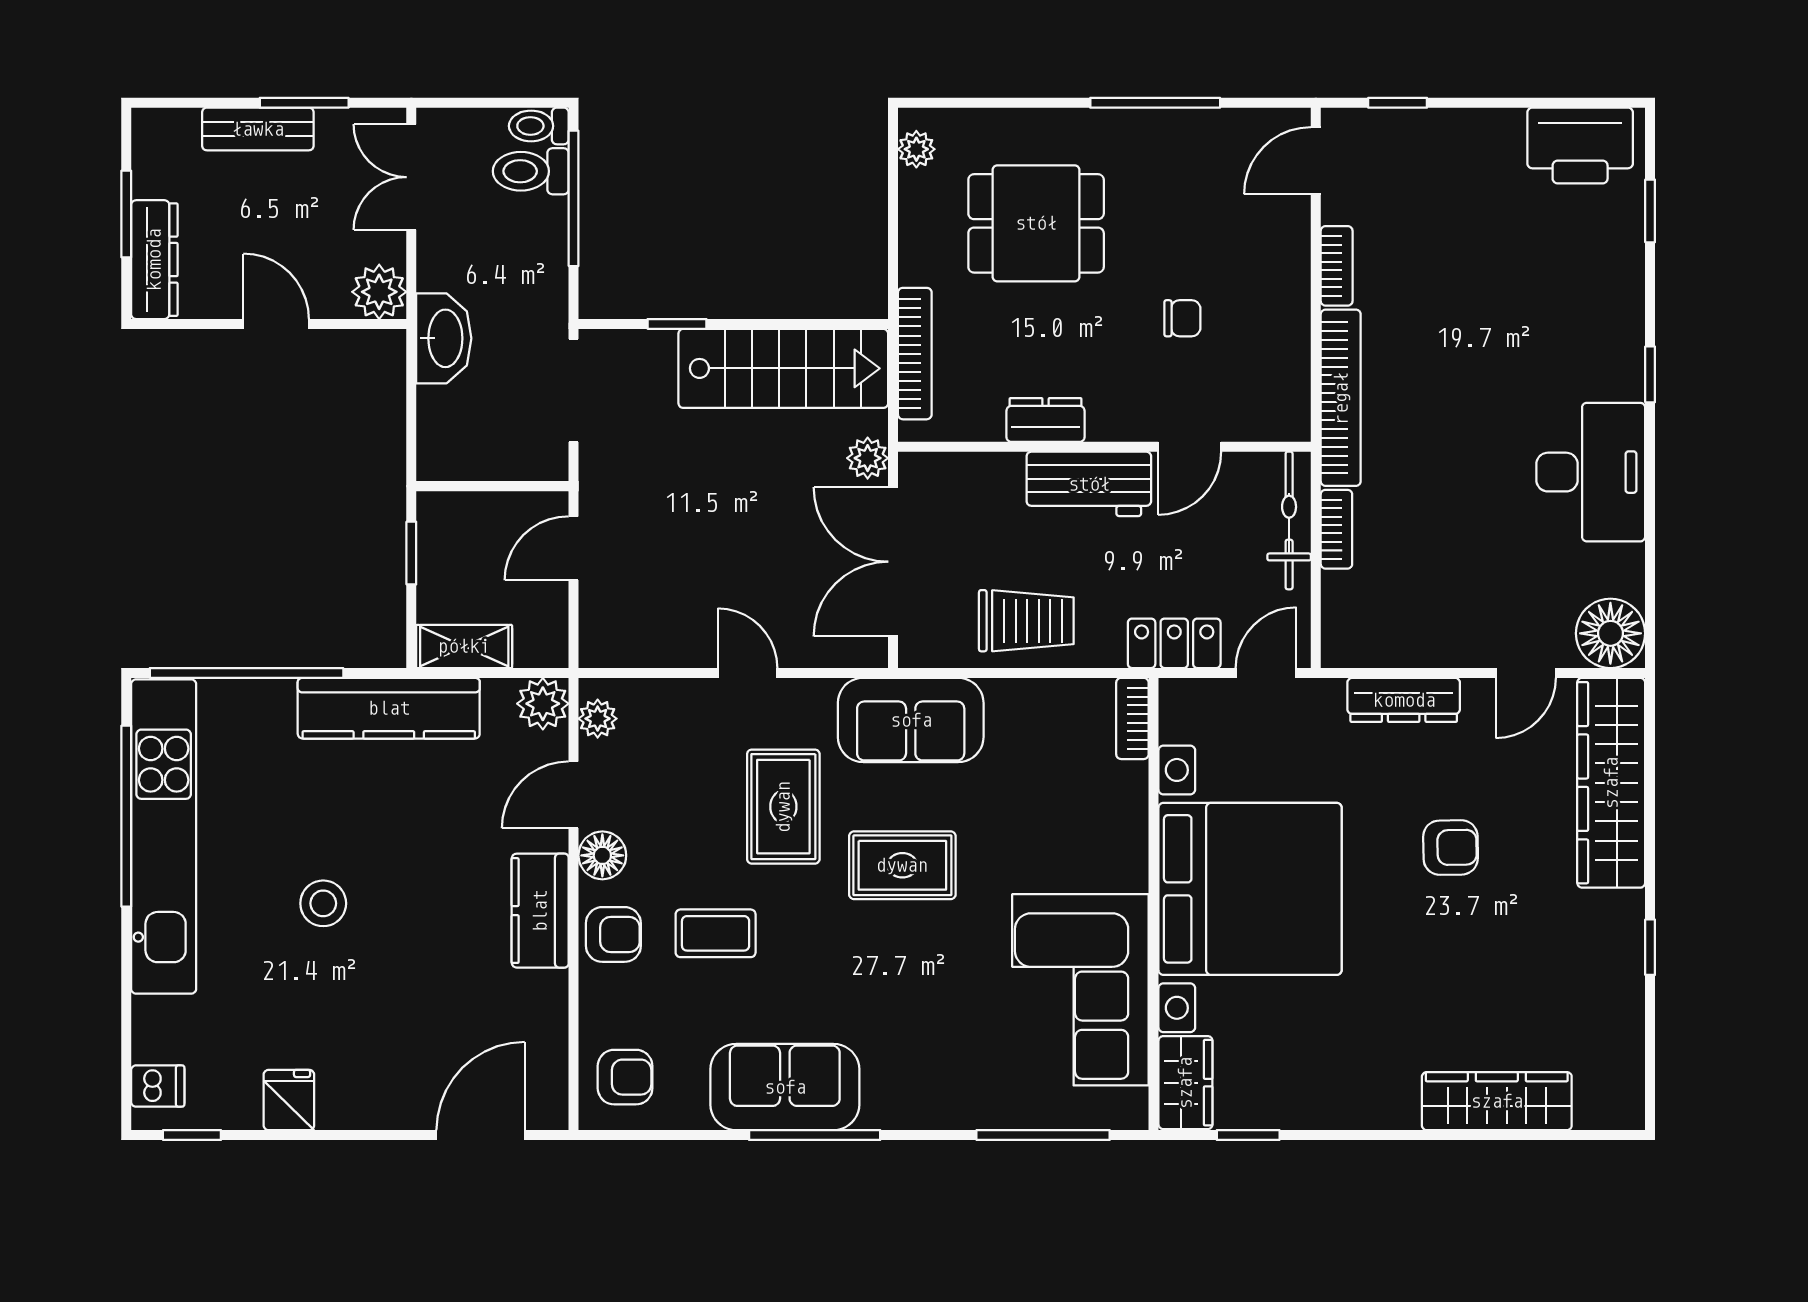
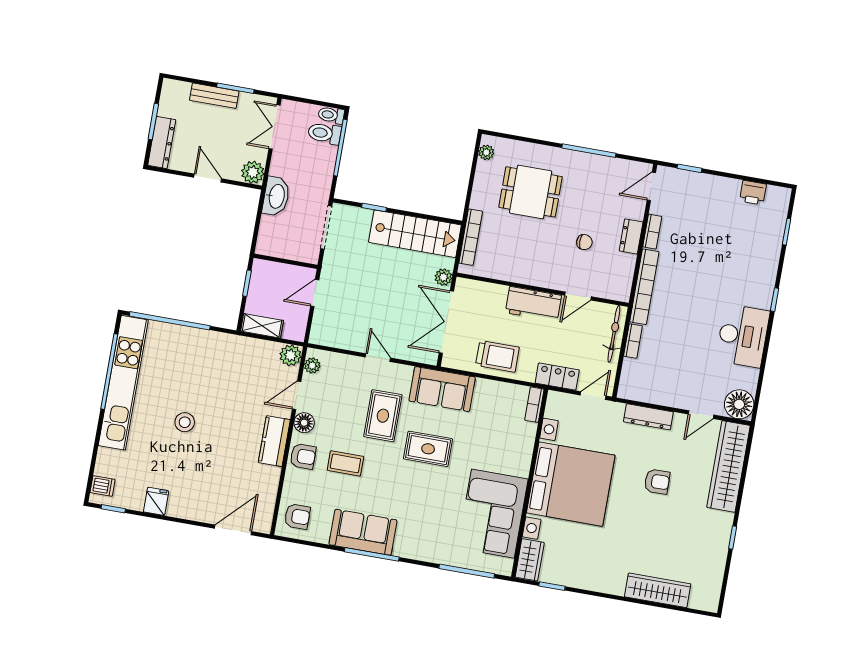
printer: (1580, 146) -> (753, 193), width x0.53, depth x0.68
dresser: (1046, 420) -> (631, 236), moved, turned -90
kitchen counter: (389, 708) -> (226, 346), removed

